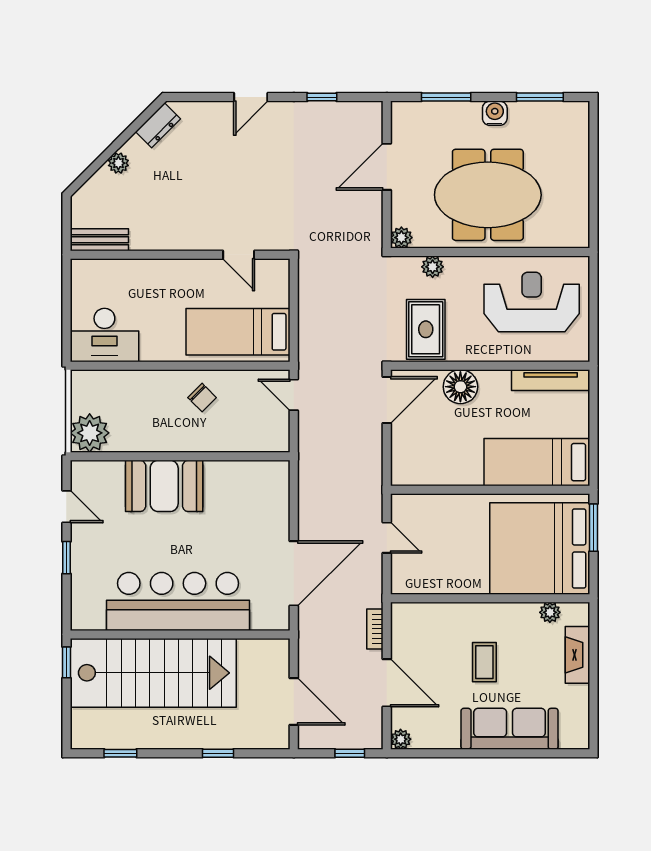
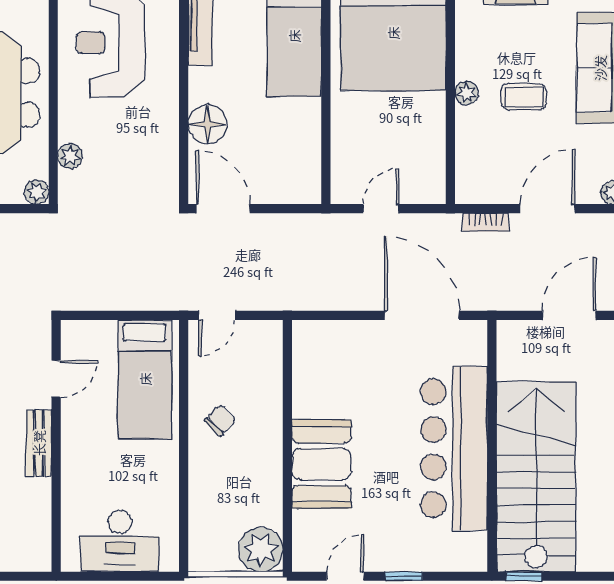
bench: (99, 240) -> (39, 443), moved
rug: (426, 329) -> (142, 164), removed
desk: (104, 335) -> (120, 541), moved, turned 90
plant: (550, 612) -> (467, 93), moved

